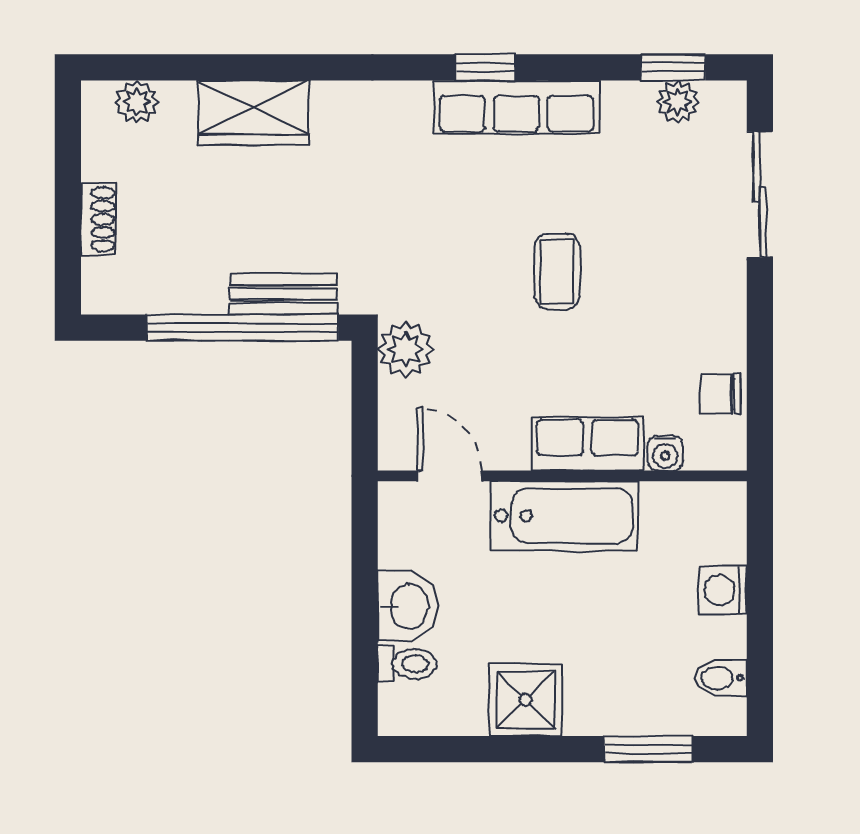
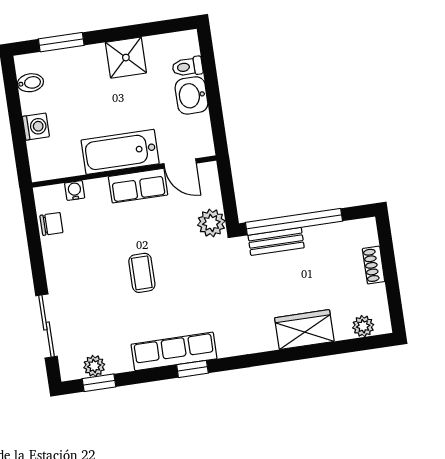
row of seats: (587, 444) -> (138, 186), moved

